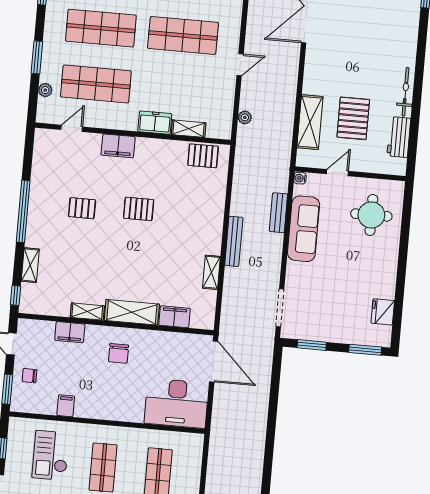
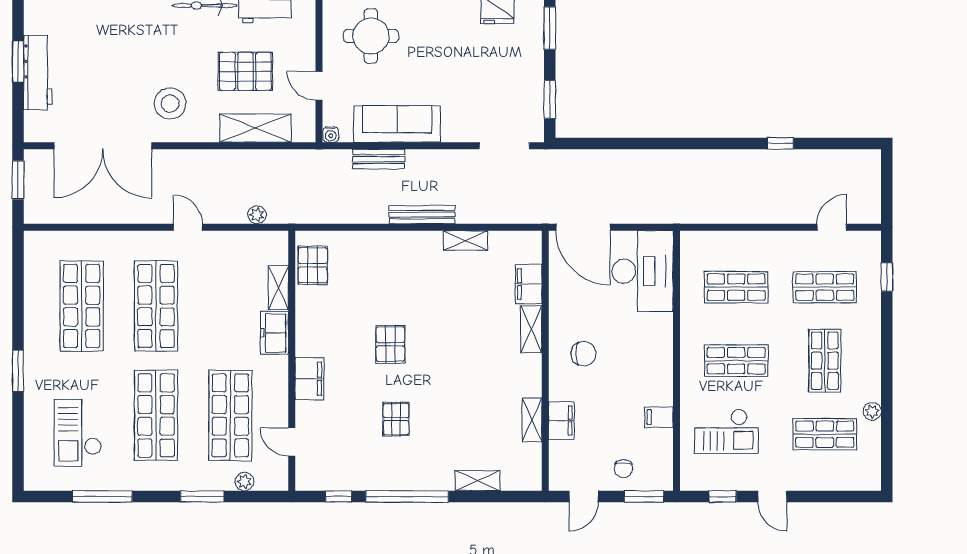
stool: (334, 60) -> (170, 103), added
window: (16, 296) -> (339, 496), moved
shelving: (87, 312) -> (532, 420), moved
shelving: (132, 312) -> (531, 329), width x0.67, depth x0.75
door: (214, 361) -> (583, 227), swing flipped

